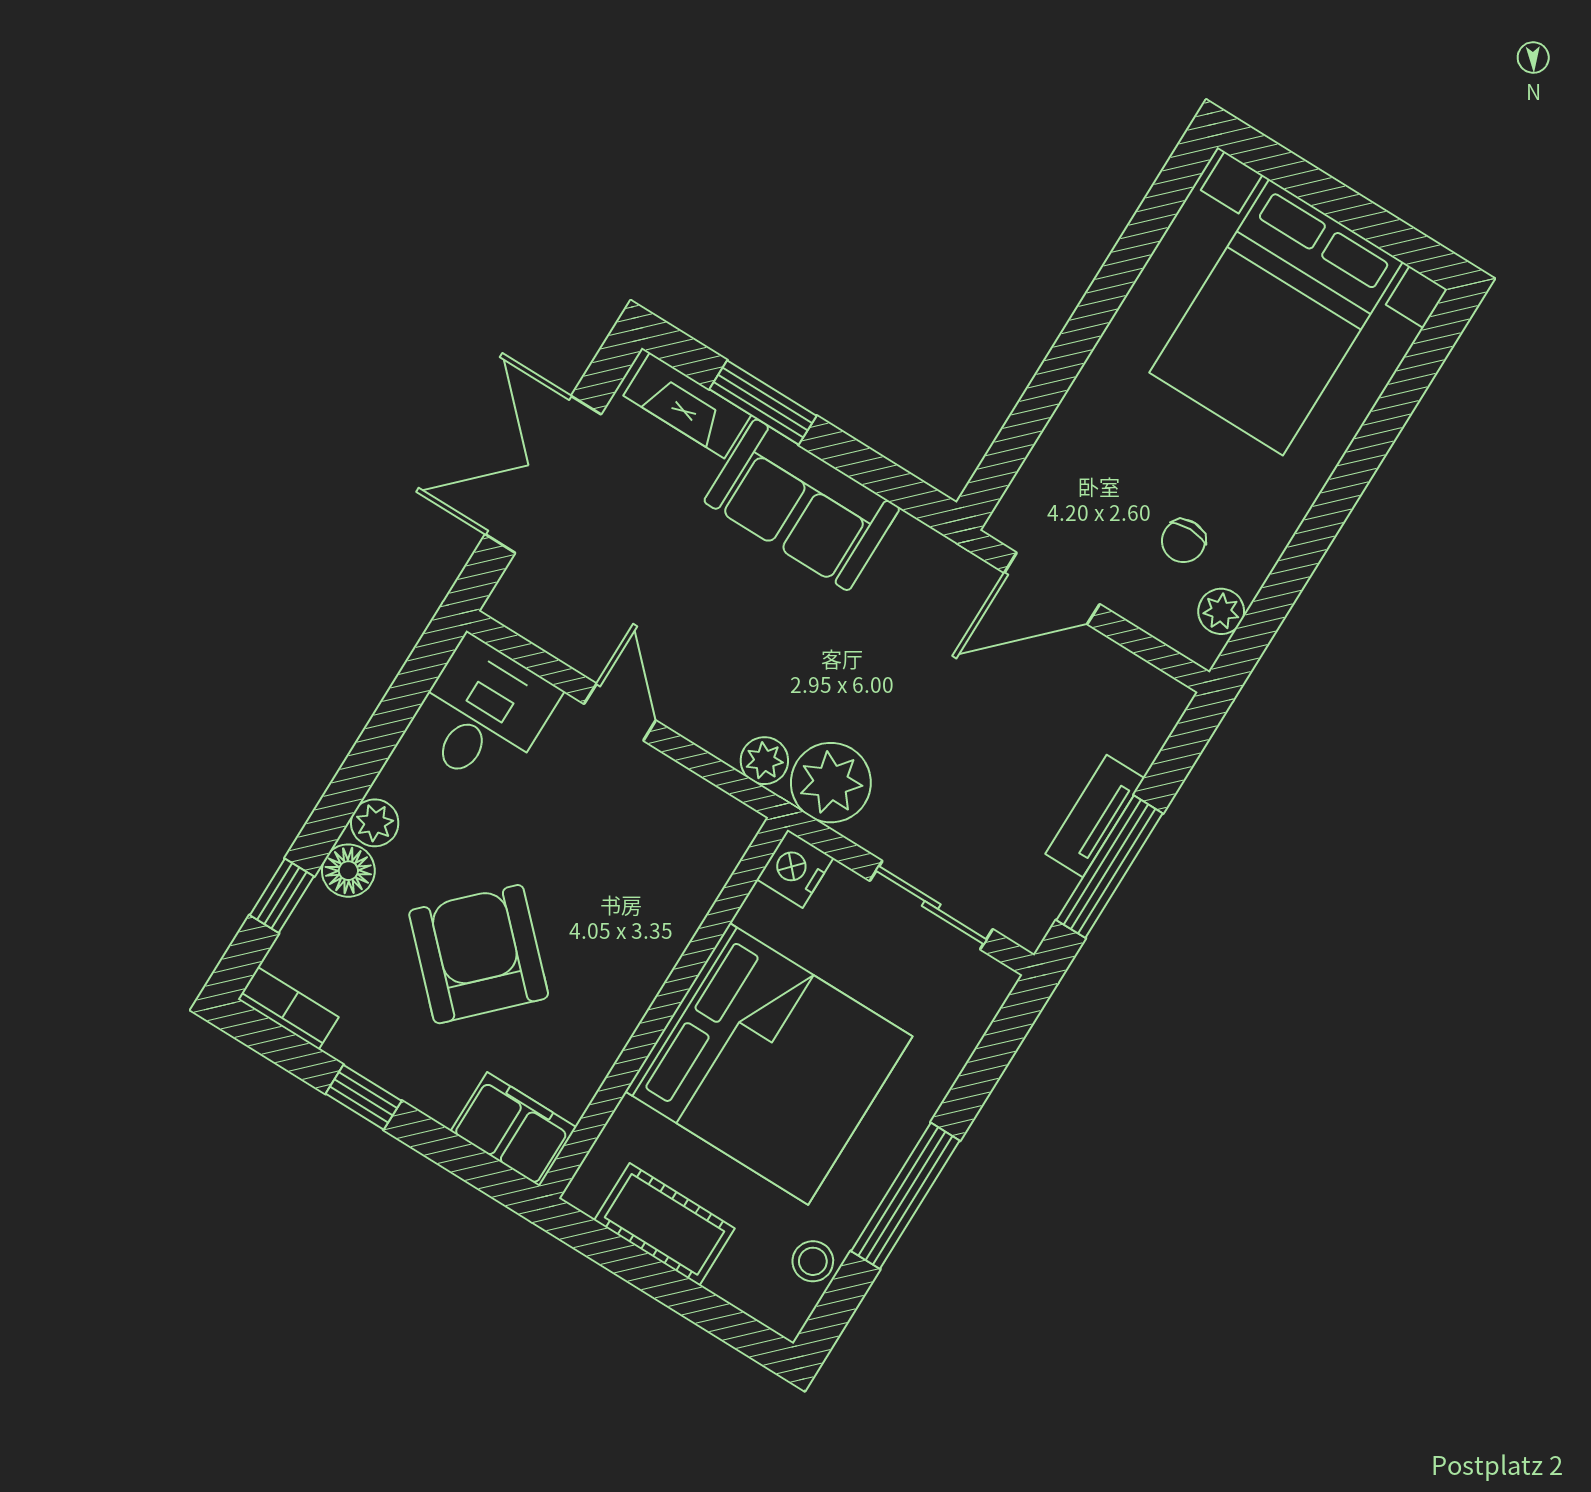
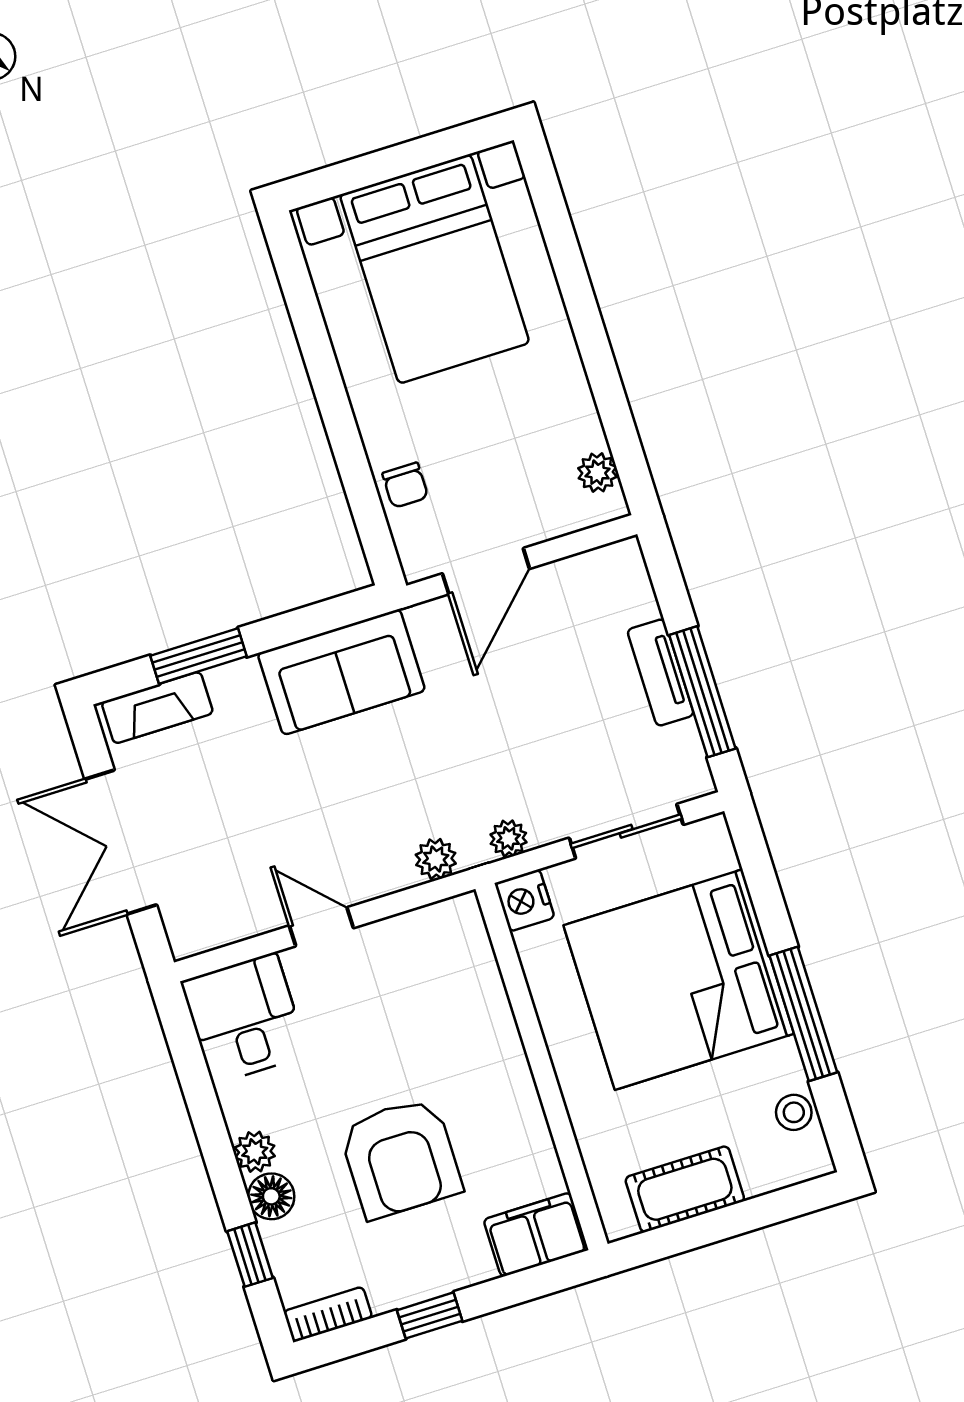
sofa: (802, 505) -> (341, 672), moved
chair: (1183, 541) -> (405, 485), moved
plant: (831, 783) -> (508, 838), width x0.53, depth x0.53
armchair: (479, 954) -> (401, 1158), turned -135
bed: (769, 1064) -> (679, 980), moved, turned 180

